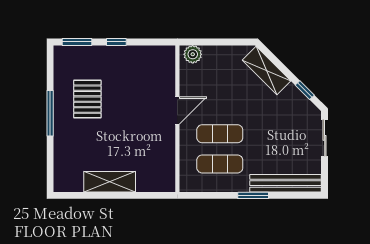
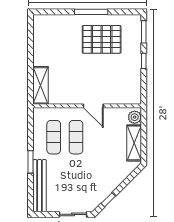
shelving: (267, 70) -> (134, 143), moved, turned -45
pallet: (87, 99) -> (102, 39), width x1.37, depth x1.41
shelving: (110, 182) -> (41, 85), moved

